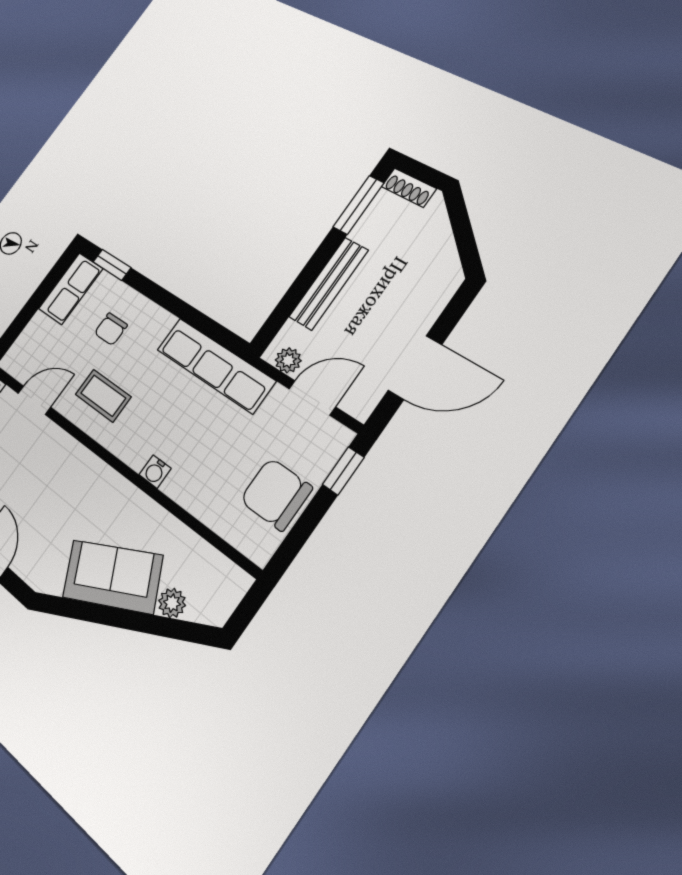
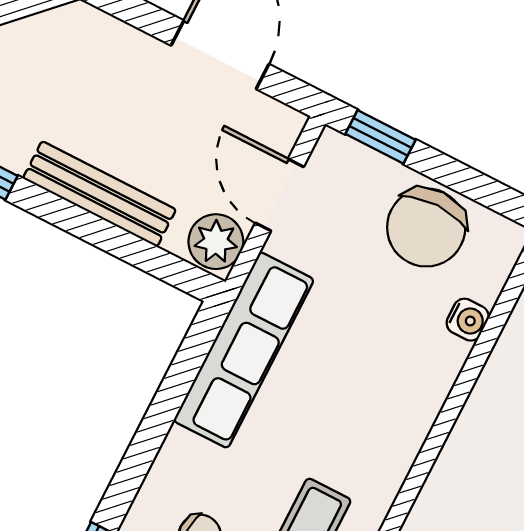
plant: (288, 360) -> (216, 242), width x1.38, depth x1.38
water cooler: (155, 472) -> (468, 320), moved

